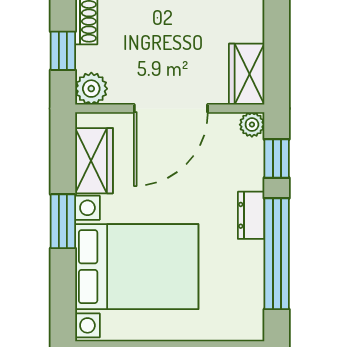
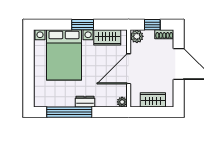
wardrobe: (247, 74) -> (153, 100), moved
door: (171, 108) -> (129, 69), hinge flipped
window: (277, 159) -> (108, 112), removed

